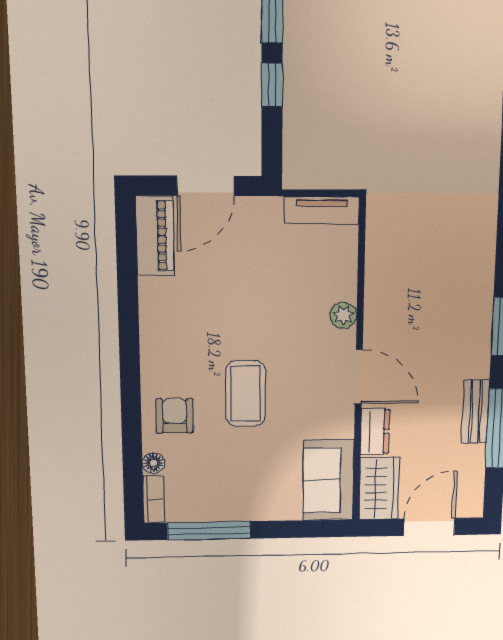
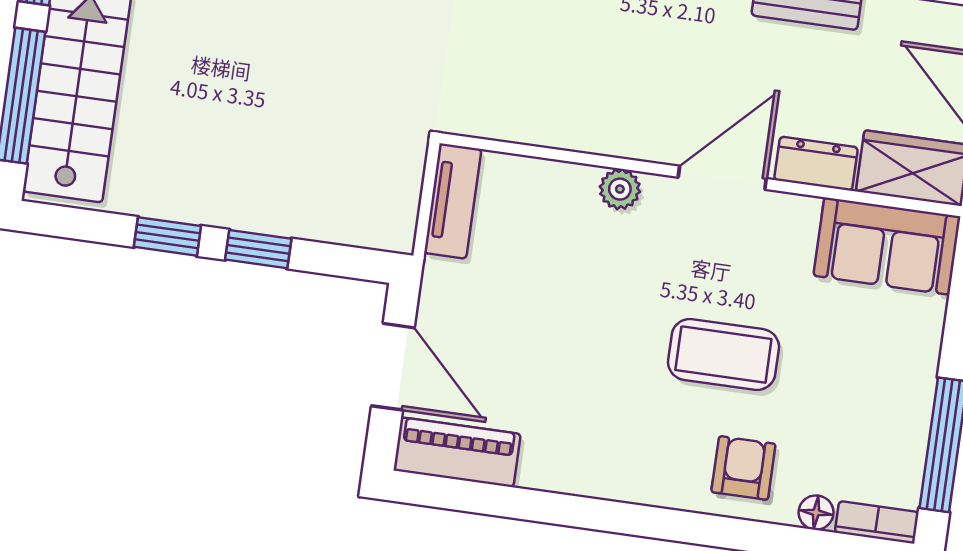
armchair: (175, 416) -> (743, 468), turned 90

